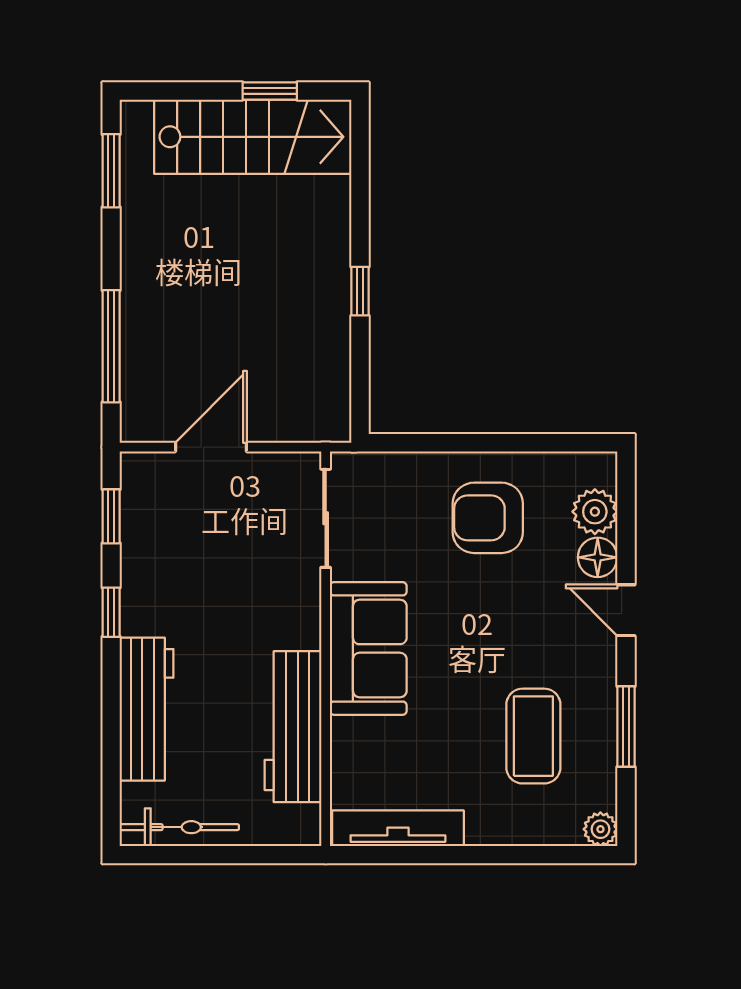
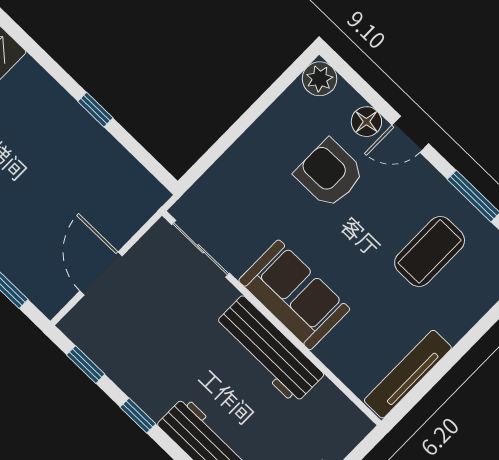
plant: (595, 512) -> (320, 79), moved
armchair: (488, 518) -> (330, 173), moved, turned 90
workbench: (293, 727) -> (269, 350), moved
coffee table: (533, 736) -> (430, 251), turned 90

